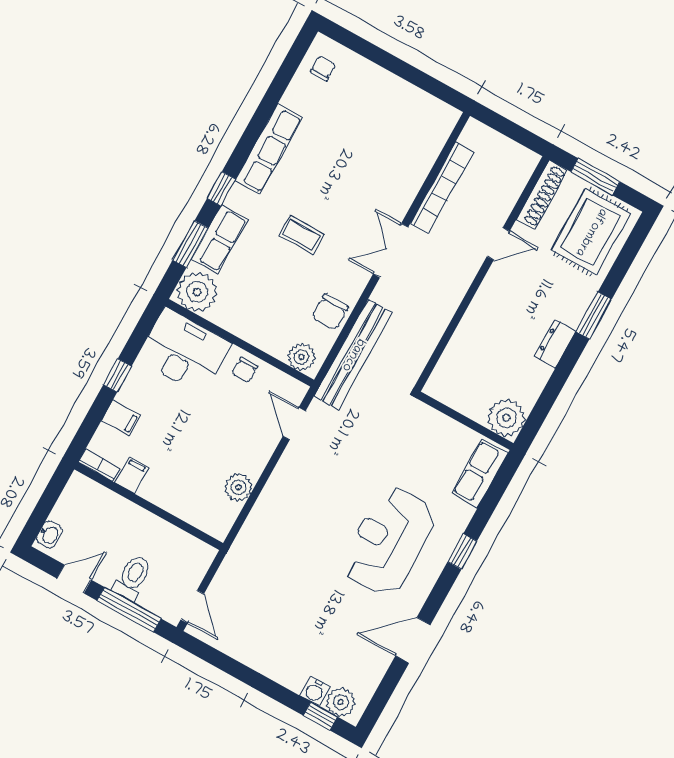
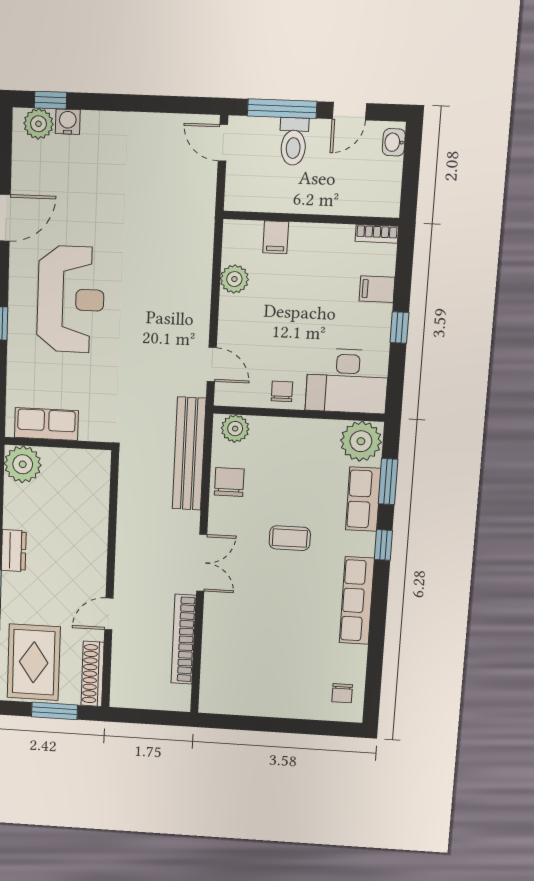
row of seats: (480, 473) -> (46, 424), moved, turned -90
filing cabinet: (132, 475) -> (276, 237), moved

